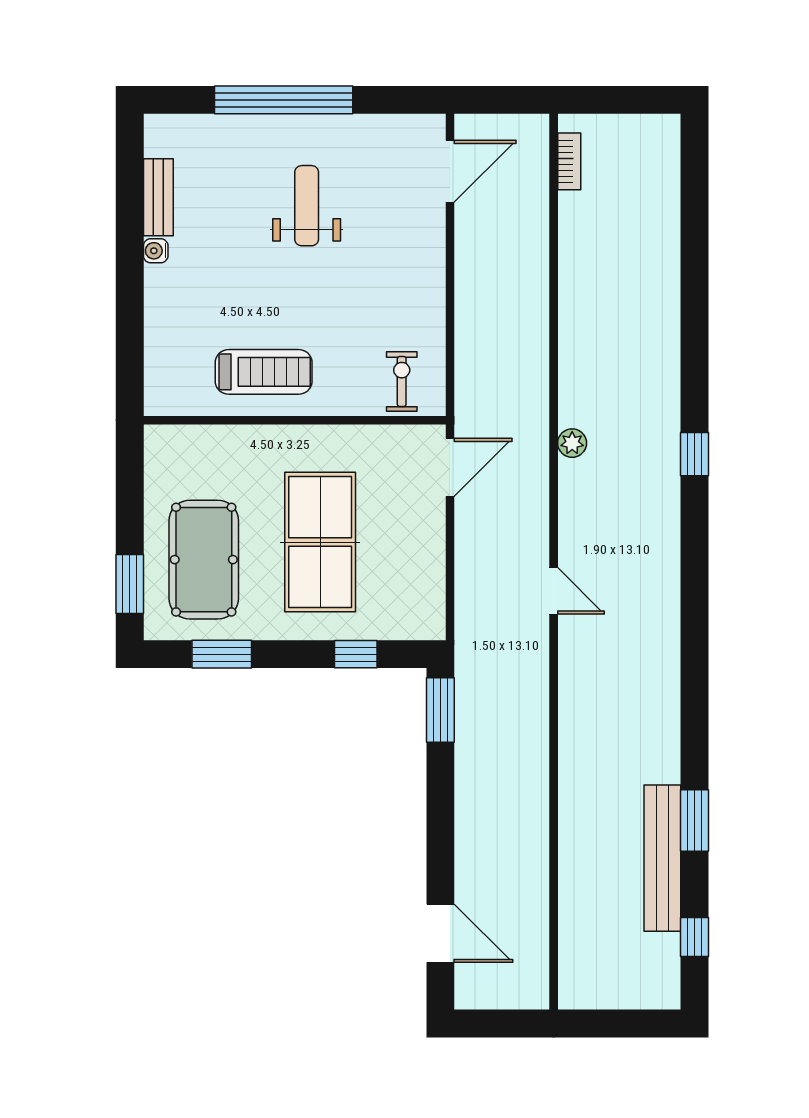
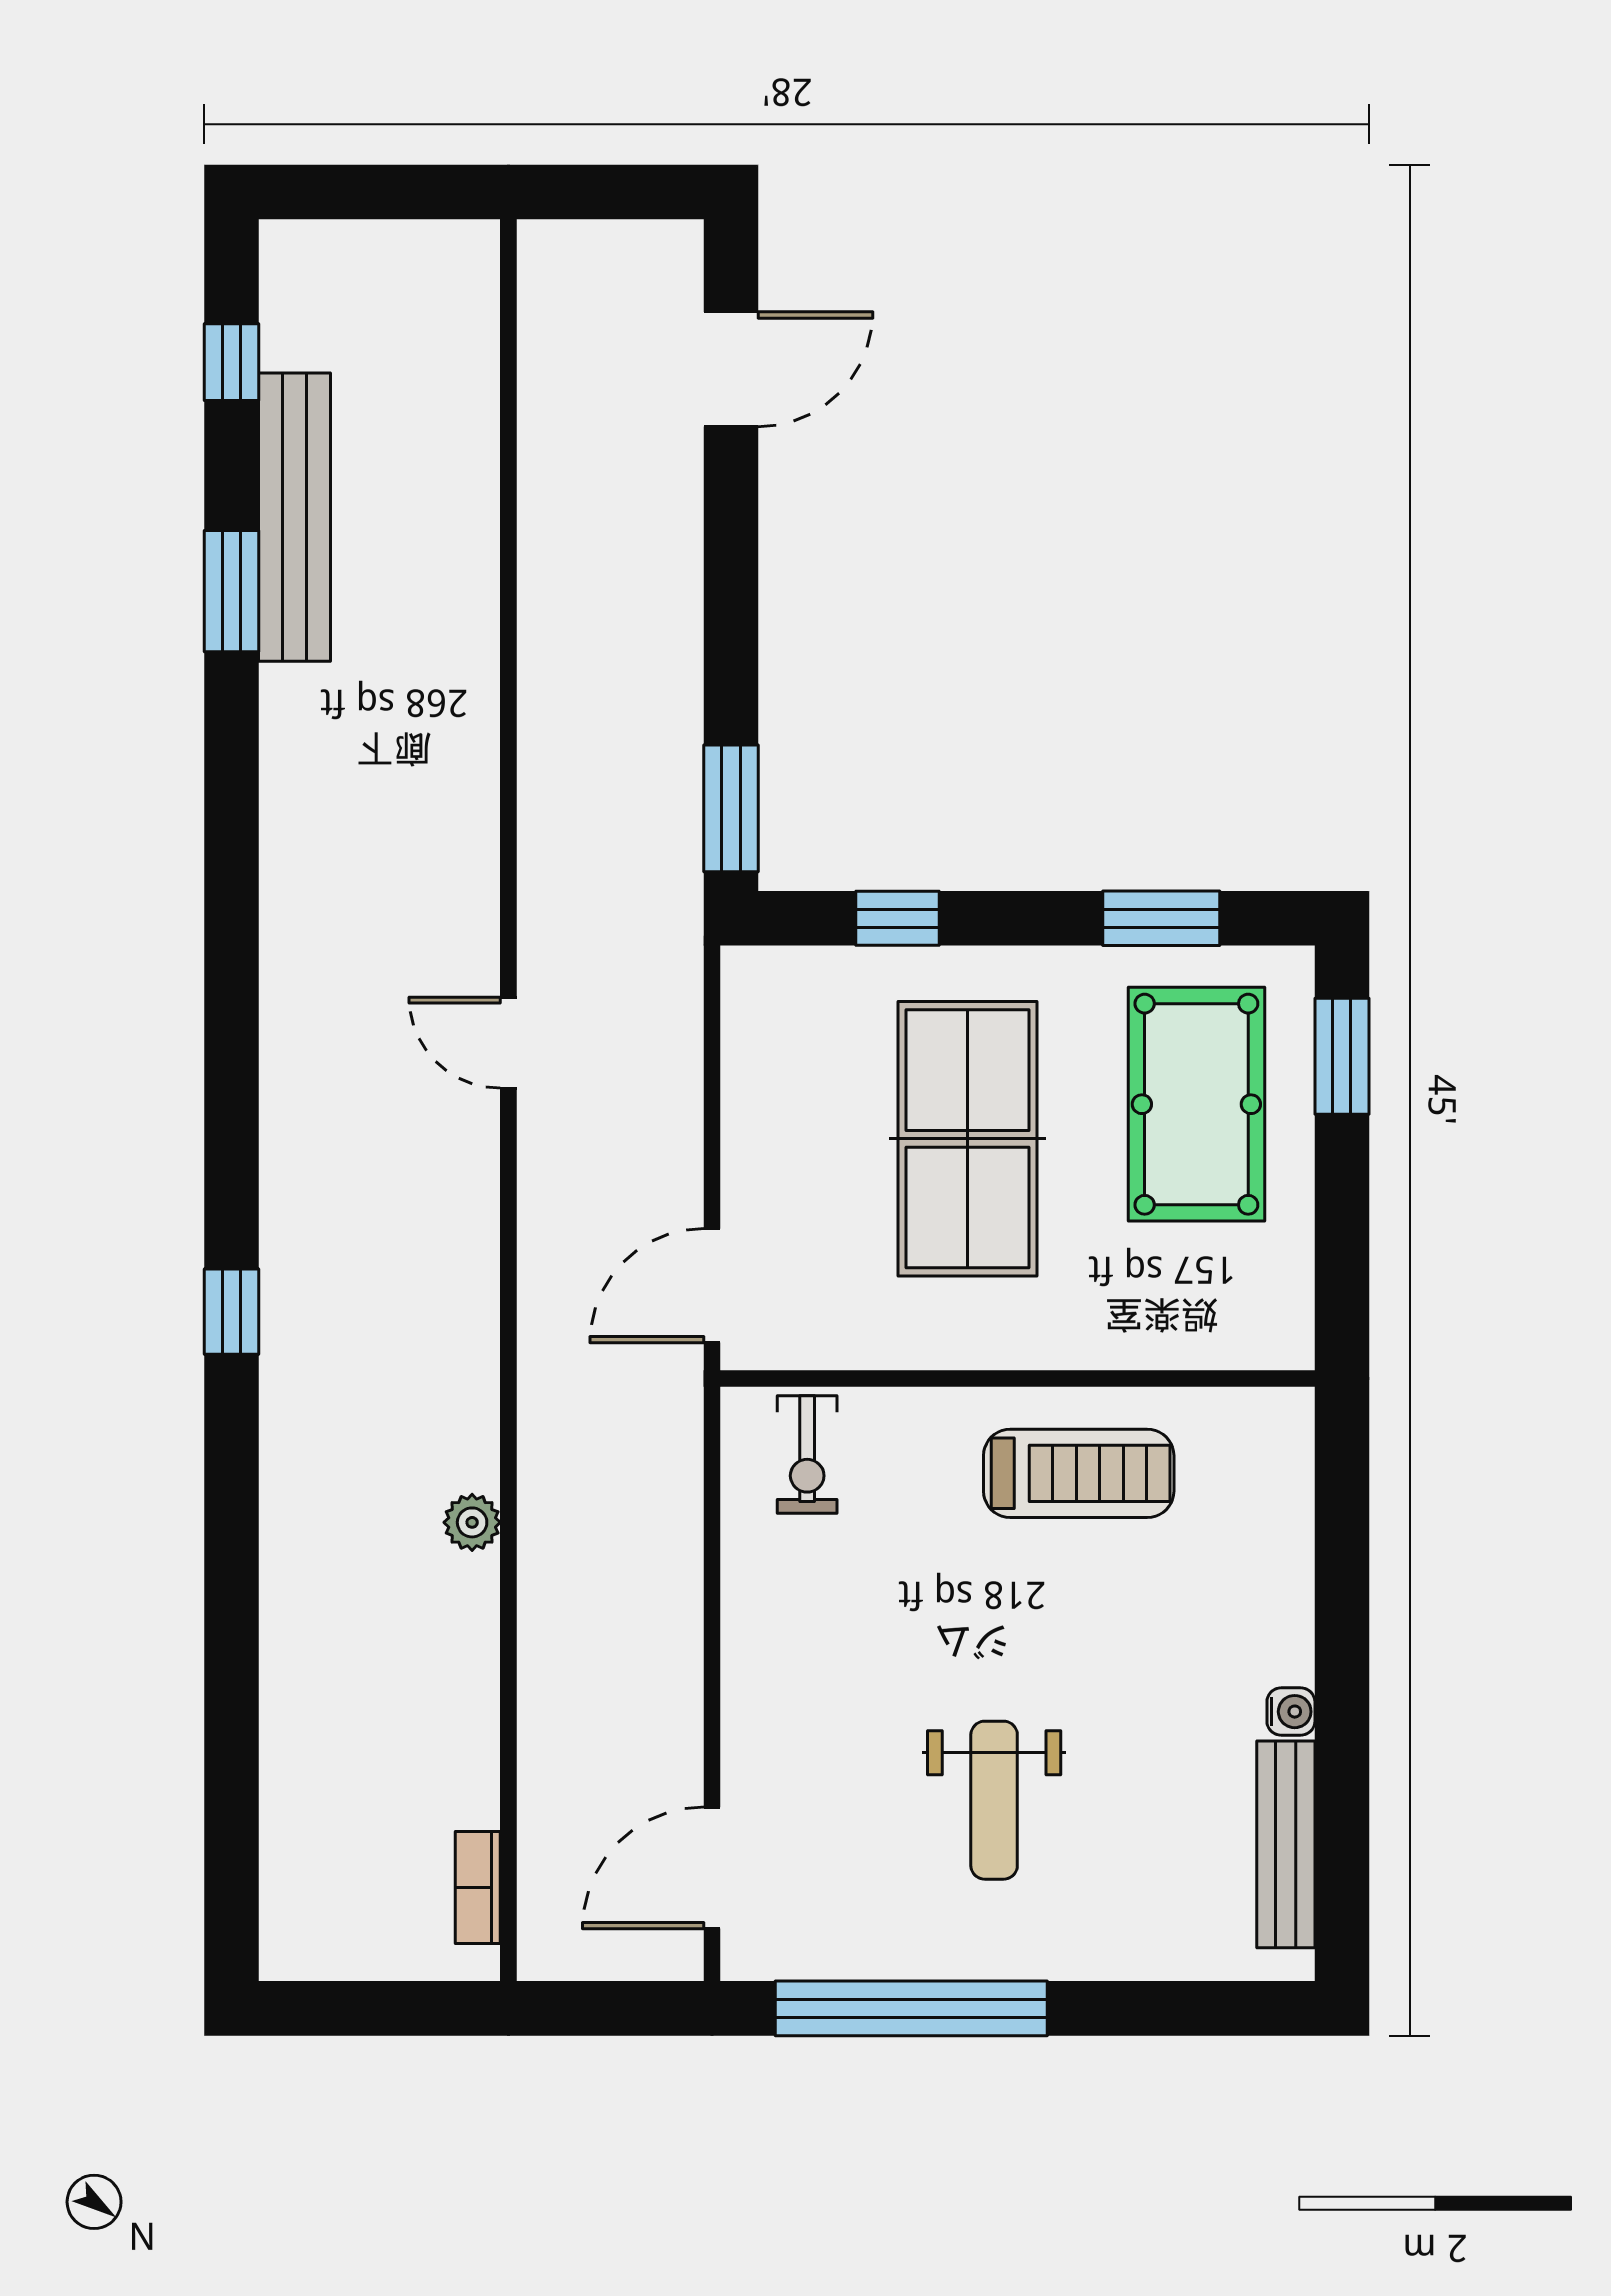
window: (284, 100) -> (911, 2008), moved
bench: (158, 197) -> (1286, 1844), width x1.36
treadmill: (264, 372) -> (1079, 1473), turned 180
plant: (572, 443) -> (472, 1522), moved
door: (440, 933) -> (731, 369), swing flipped

